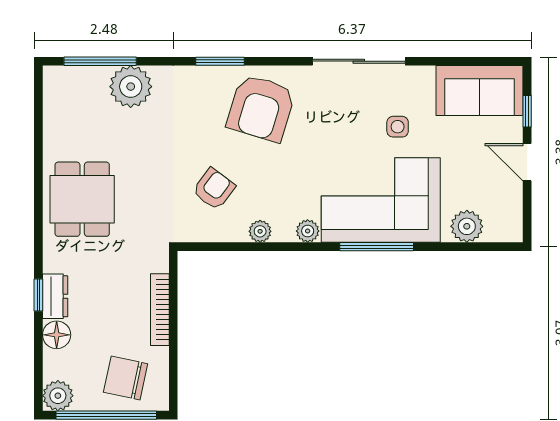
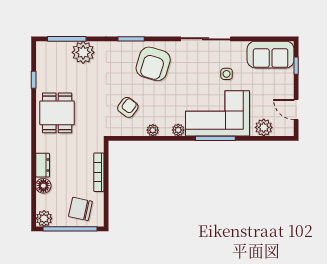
door: (527, 162) -> (296, 109), moved
window: (38, 295) -> (34, 80), moved

